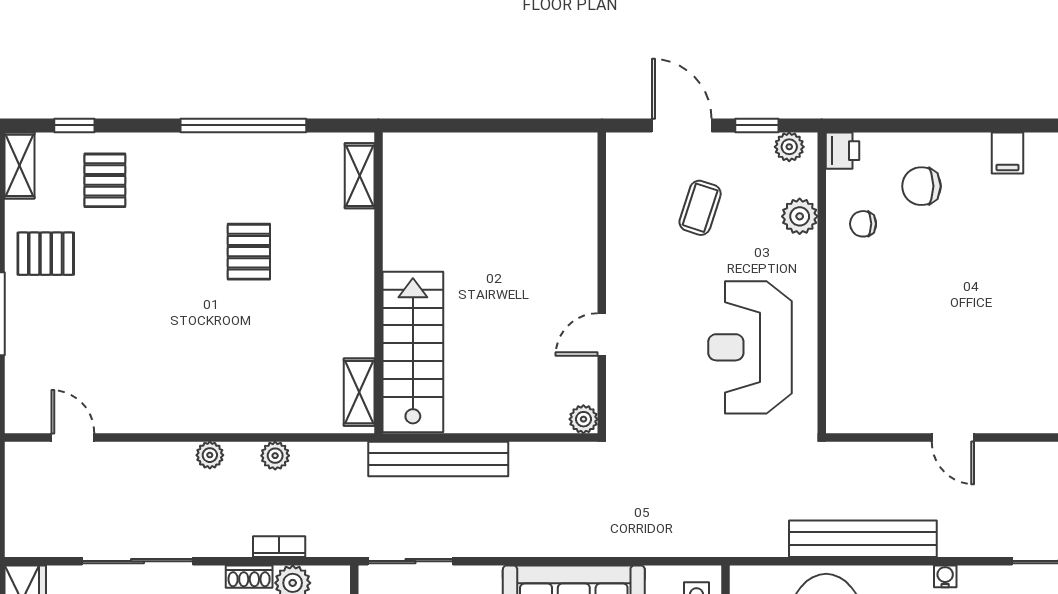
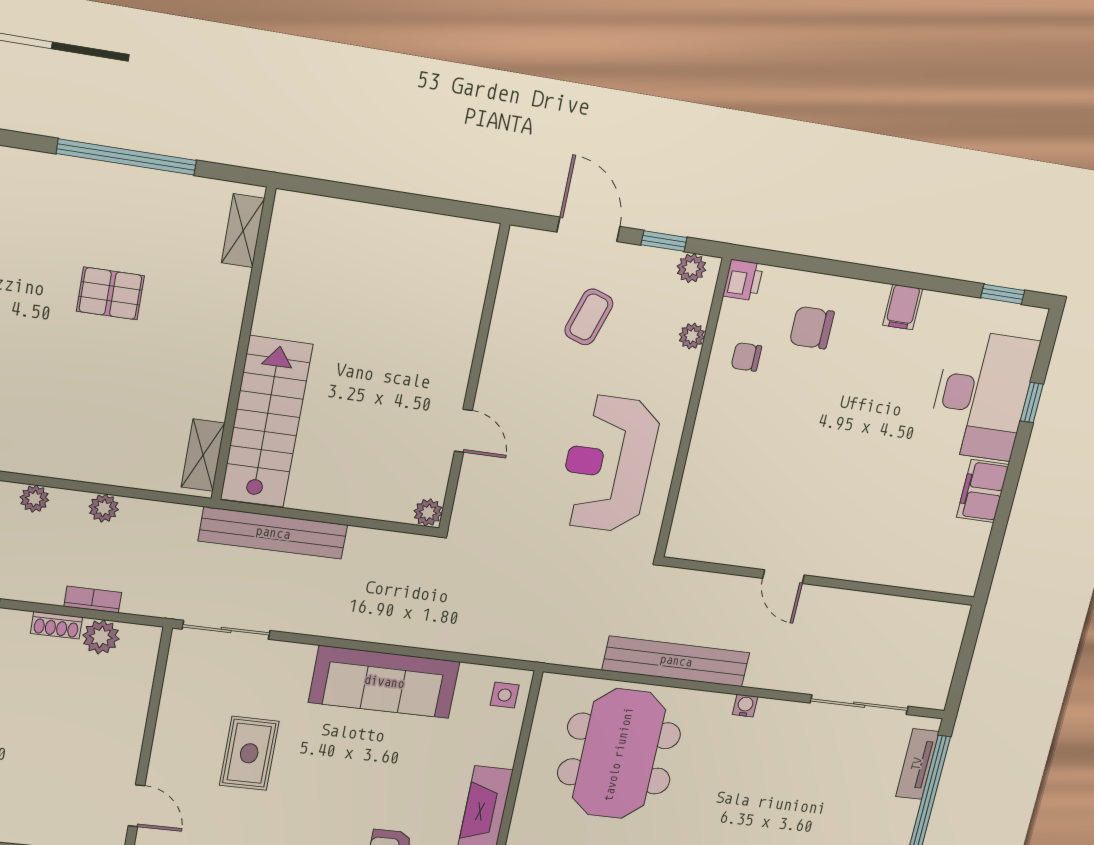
plant: (800, 216) -> (692, 336), width x0.73, depth x0.73
pallet: (249, 252) -> (110, 293), turned 90
door: (602, 334) -> (463, 431), swing flipped

